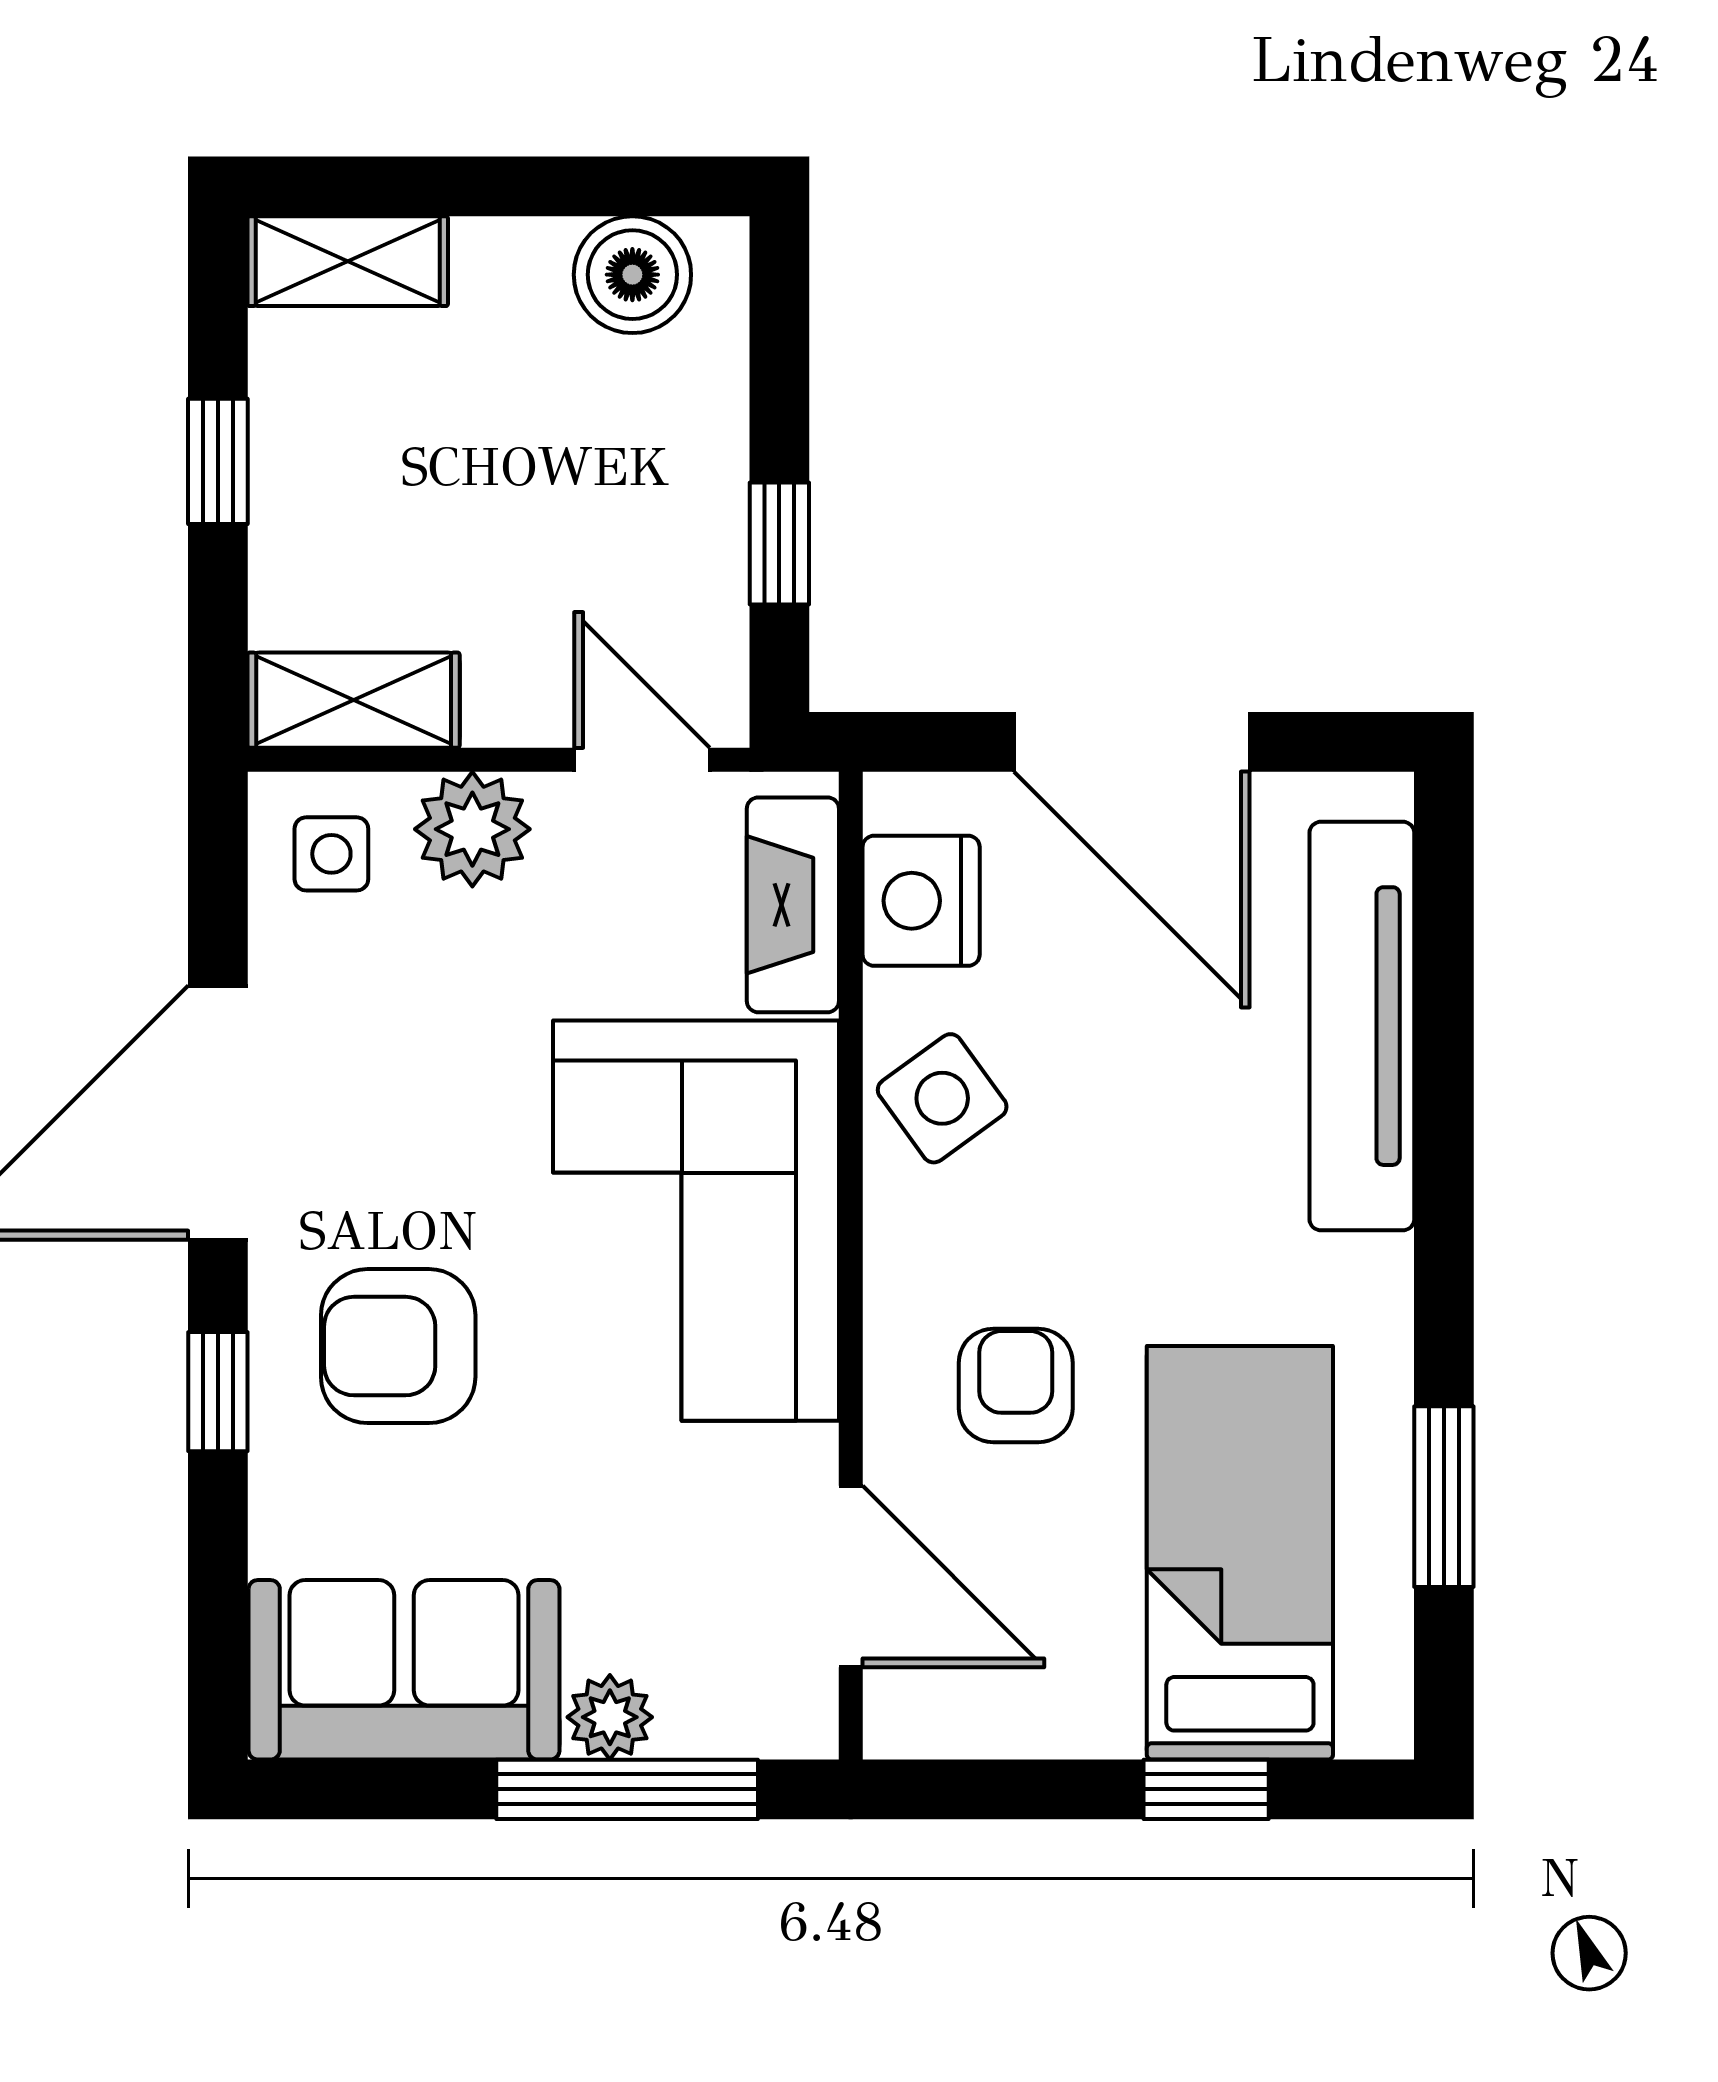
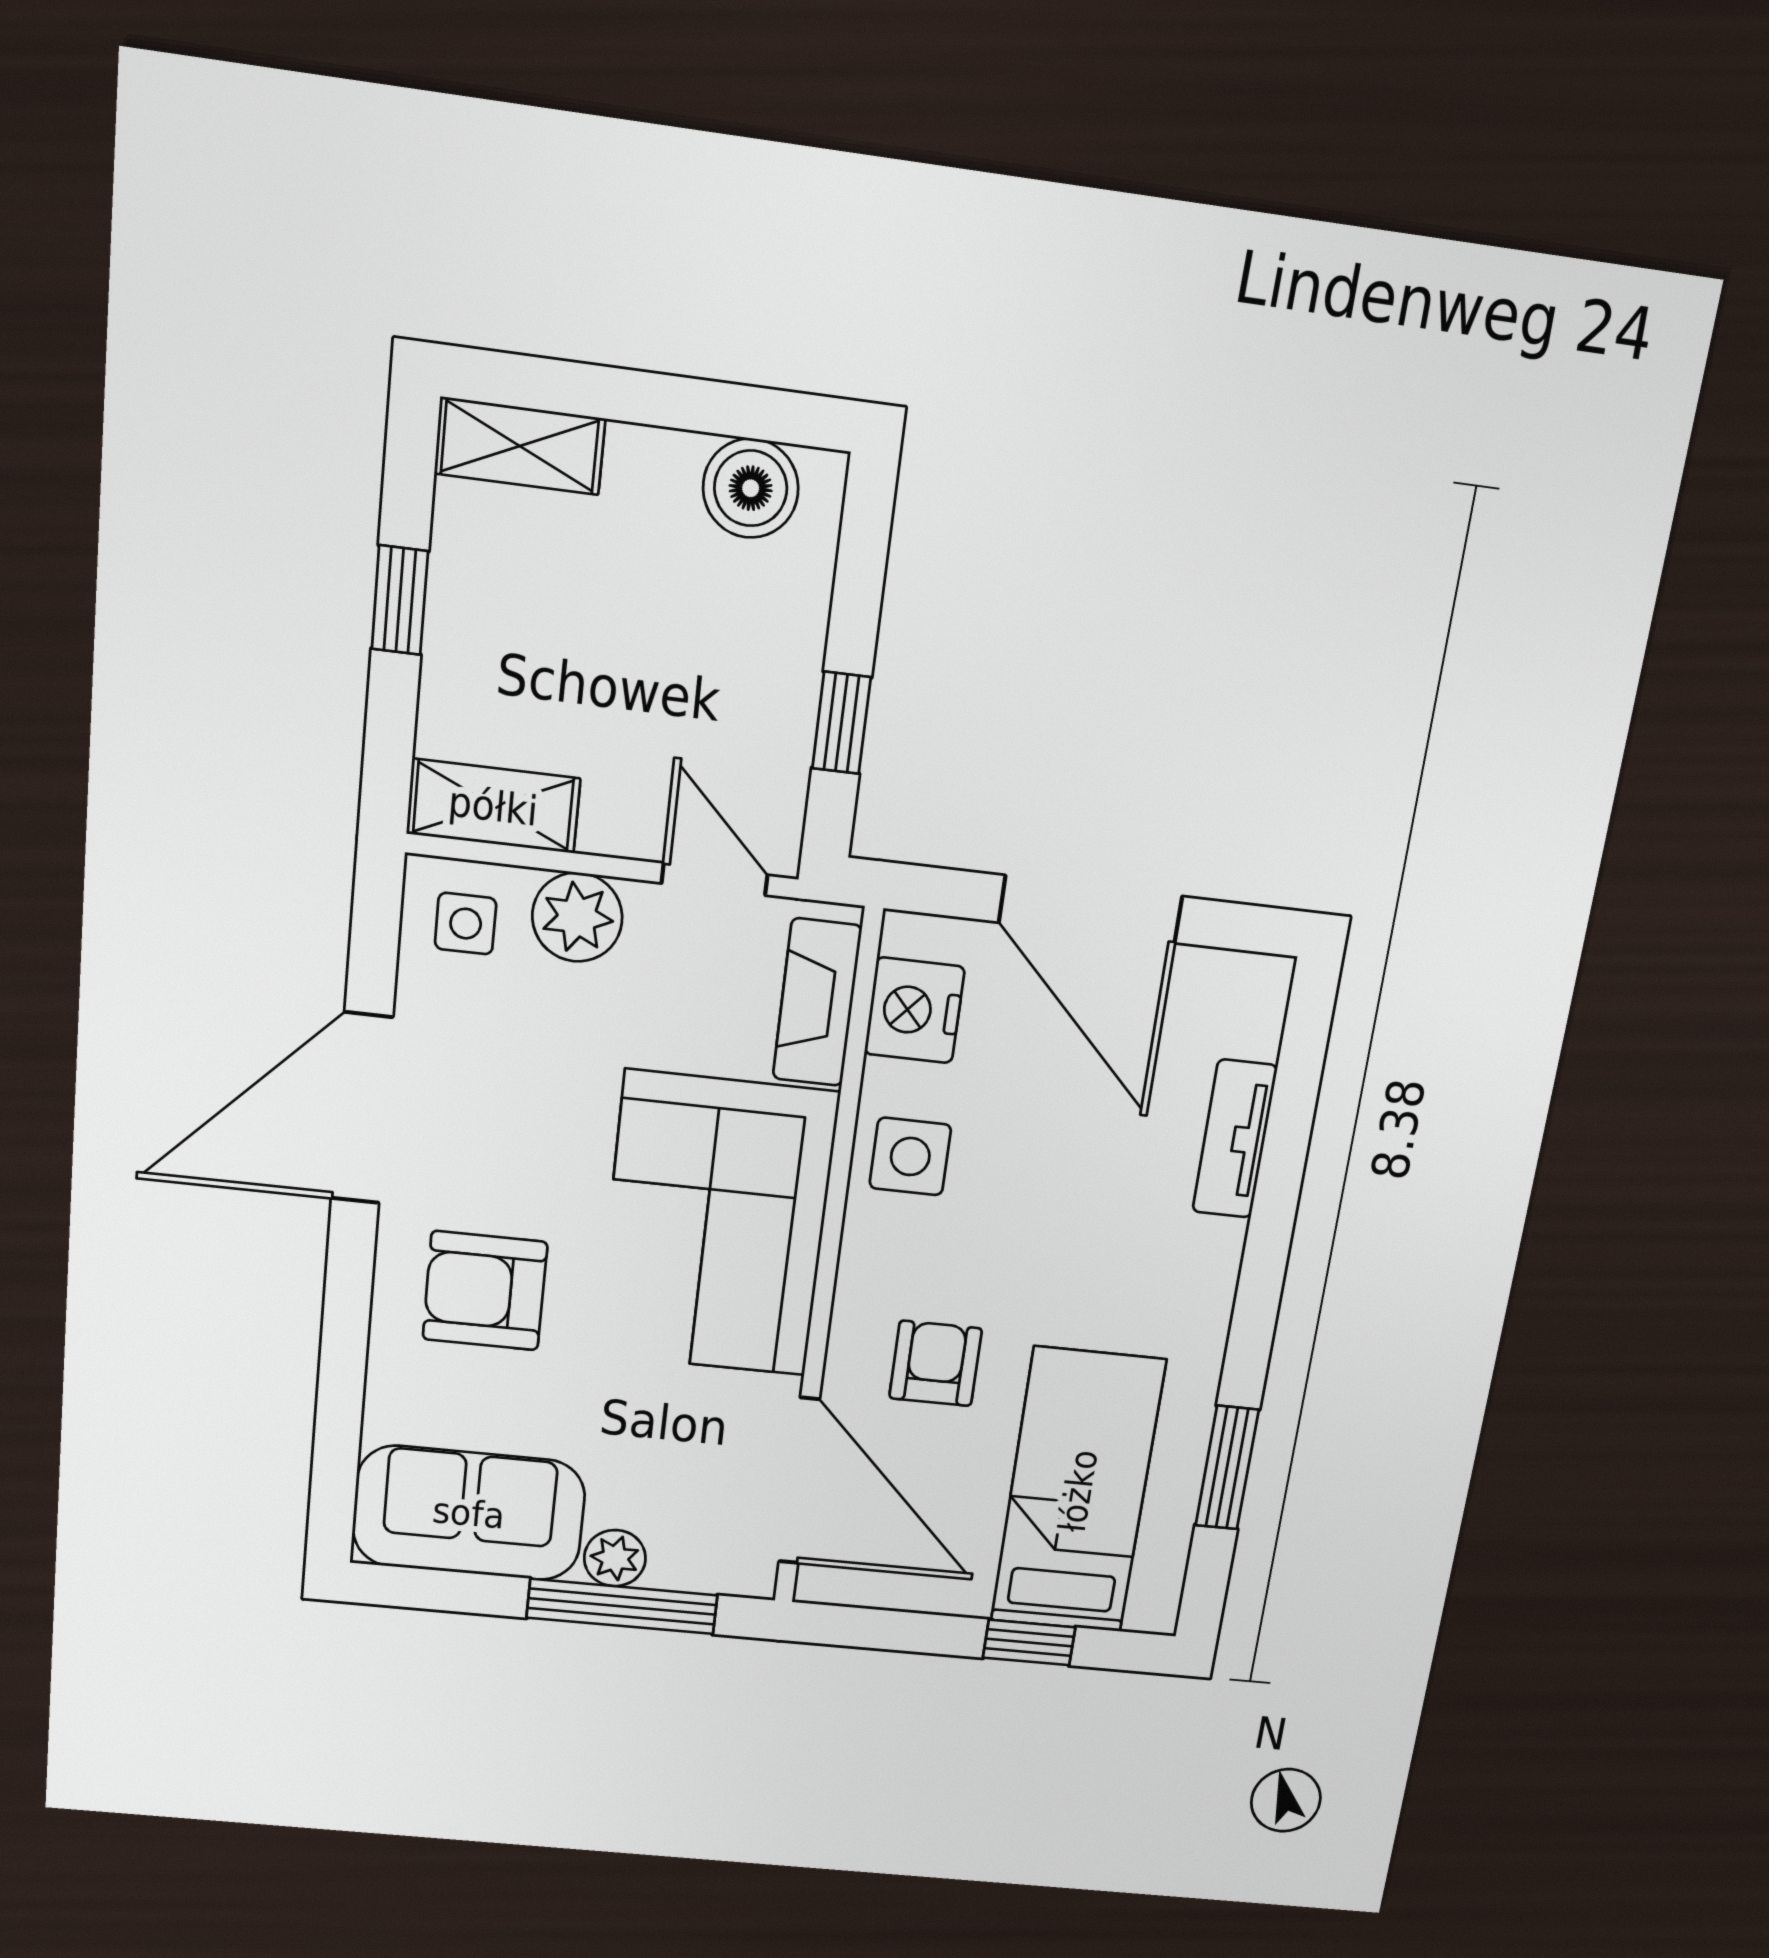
tv unit: (1362, 1026) -> (1235, 1139), width x0.52, depth x0.78
side table: (942, 1098) -> (910, 1156), turned 36
window: (218, 1392) -> (347, 1309), removed
door: (851, 1577) -> (799, 1481), width x1.36

